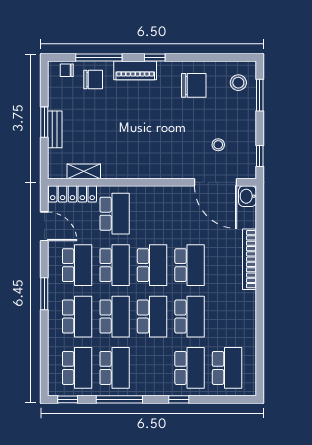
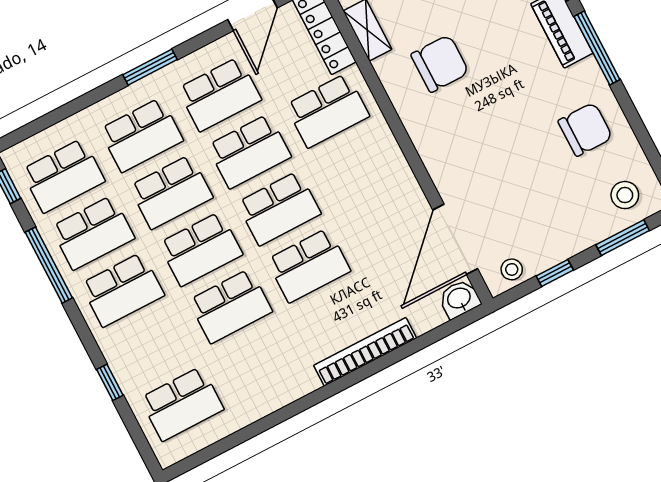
window: (155, 57) -> (597, 48), width x2.17
chair: (194, 85) -> (585, 129), turned -90
chair: (121, 143) -> (440, 64), added
stool: (218, 145) -> (512, 269), moved
window: (260, 156) -> (555, 273), moved
school desk: (190, 368) -> (122, 290), moved
window: (179, 399) -> (110, 382), moved

